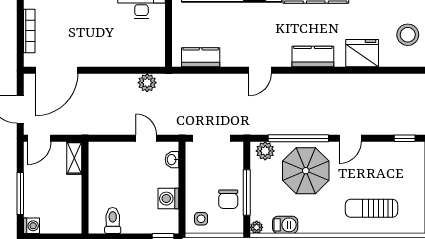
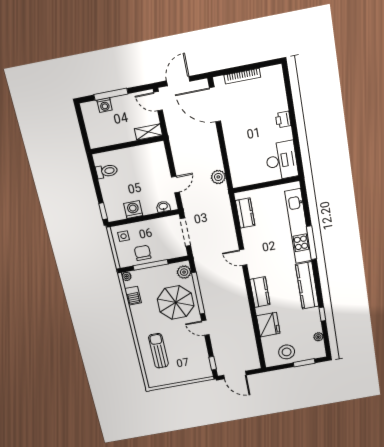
chair: (228, 199) -> (143, 253), turned 90
washing machine: (32, 226) -> (105, 105), moved

